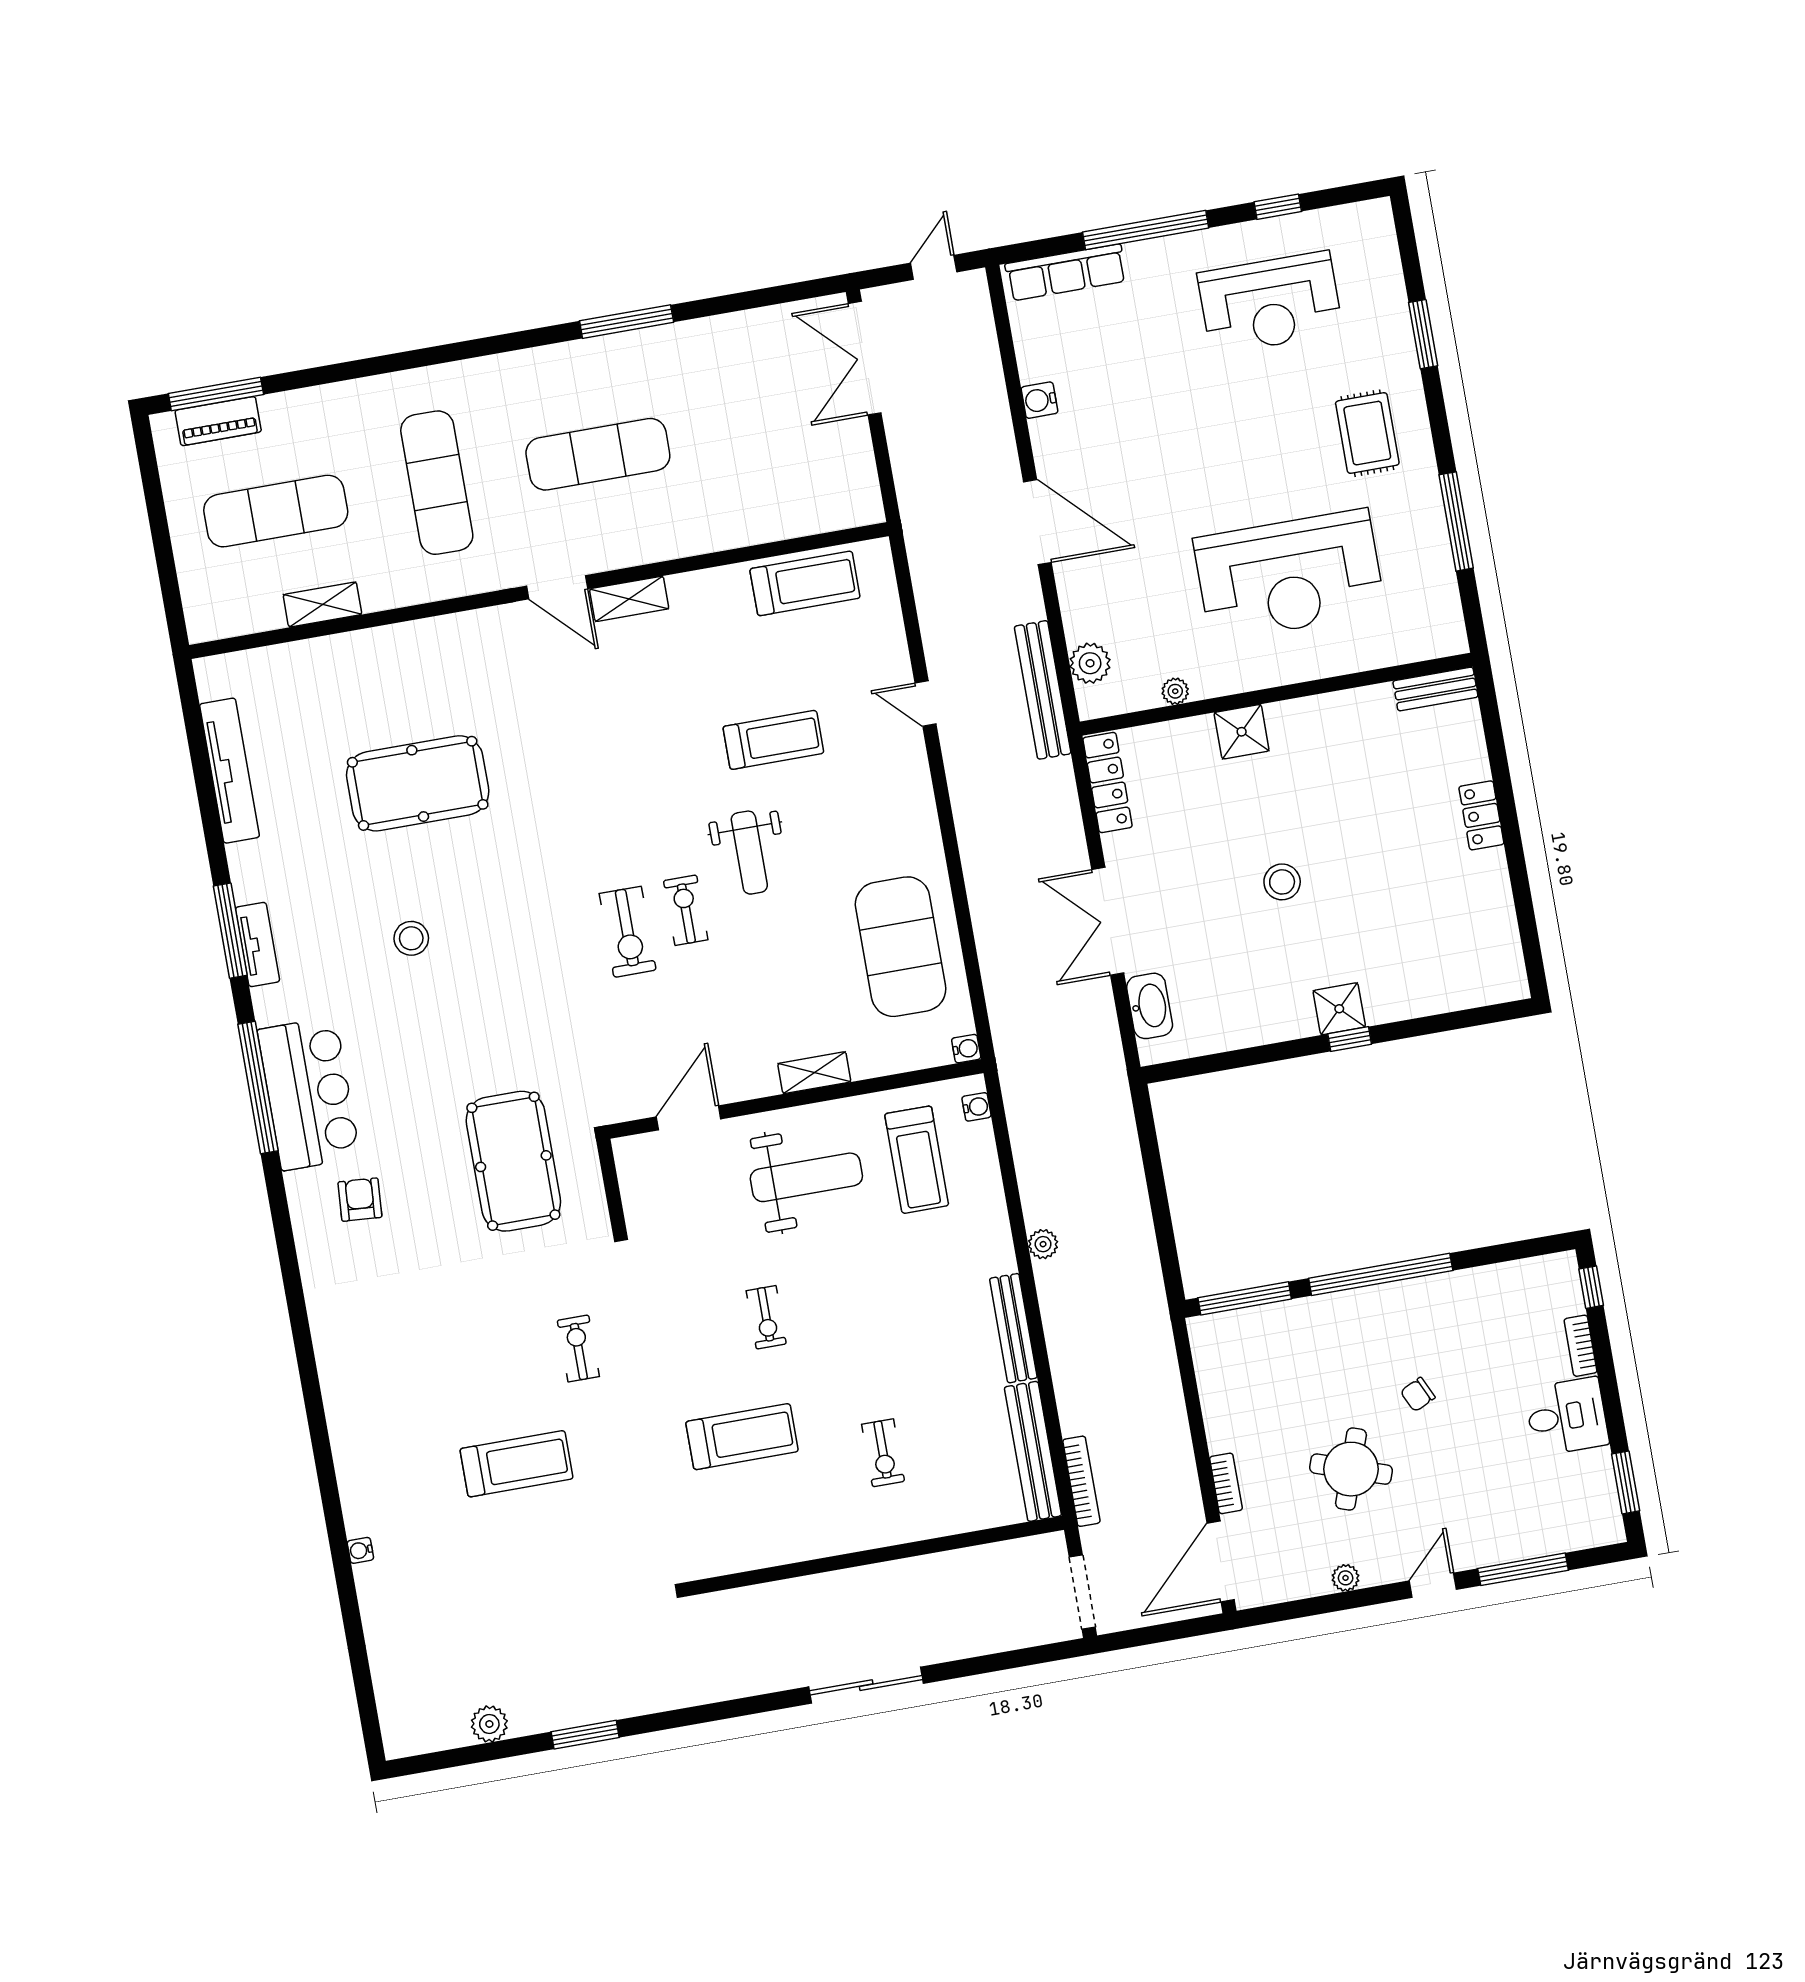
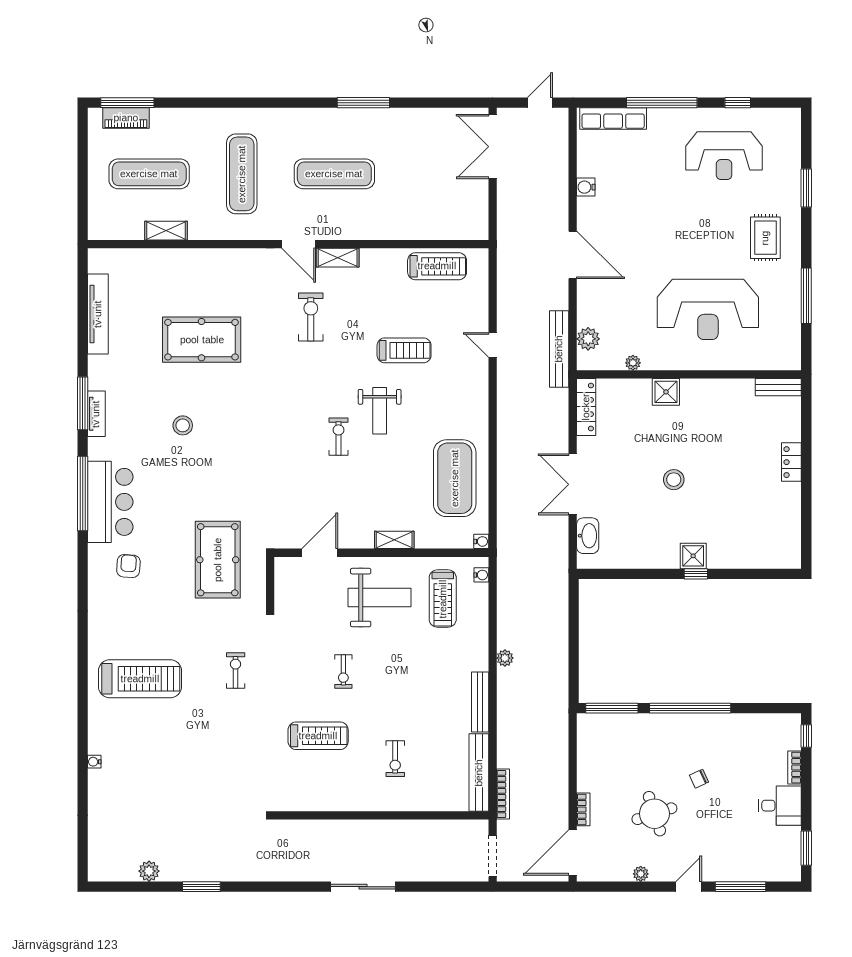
exercise bike: (628, 932) -> (311, 317), moved, turned 180
treadmill: (516, 1464) -> (140, 679), moved, width x1.37, depth x1.38
round table: (1351, 1469) -> (654, 814), turned -37

